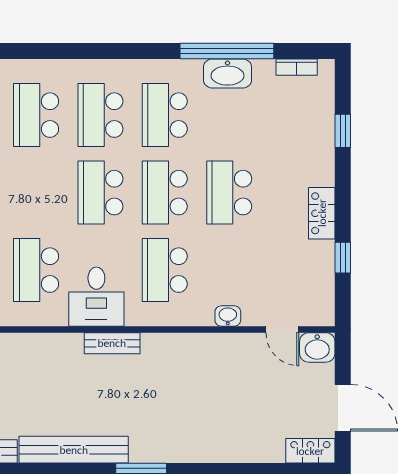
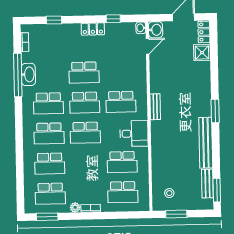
washbasin: (228, 316) -> (141, 28), moved
bench: (112, 343) -> (155, 107), moved
shower: (266, 446) -> (202, 53), added

